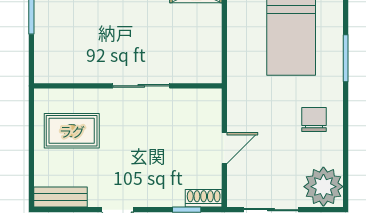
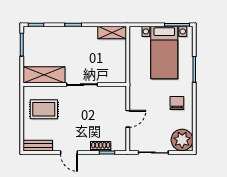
shelving: (72, 68) -> (44, 75), added
shoe rack: (204, 198) -> (101, 146), moved

